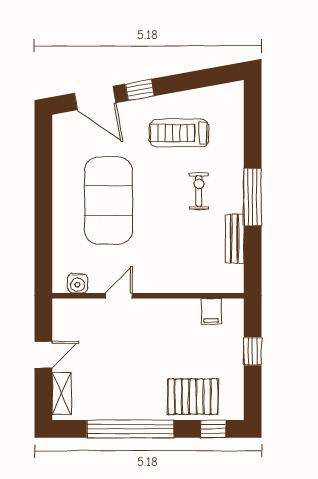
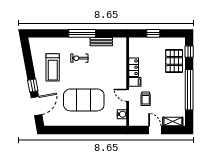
locker: (179, 309) -> (134, 67), added
filing cabinet: (211, 311) -> (135, 82), moved
trolley: (111, 335) -> (146, 99), added

